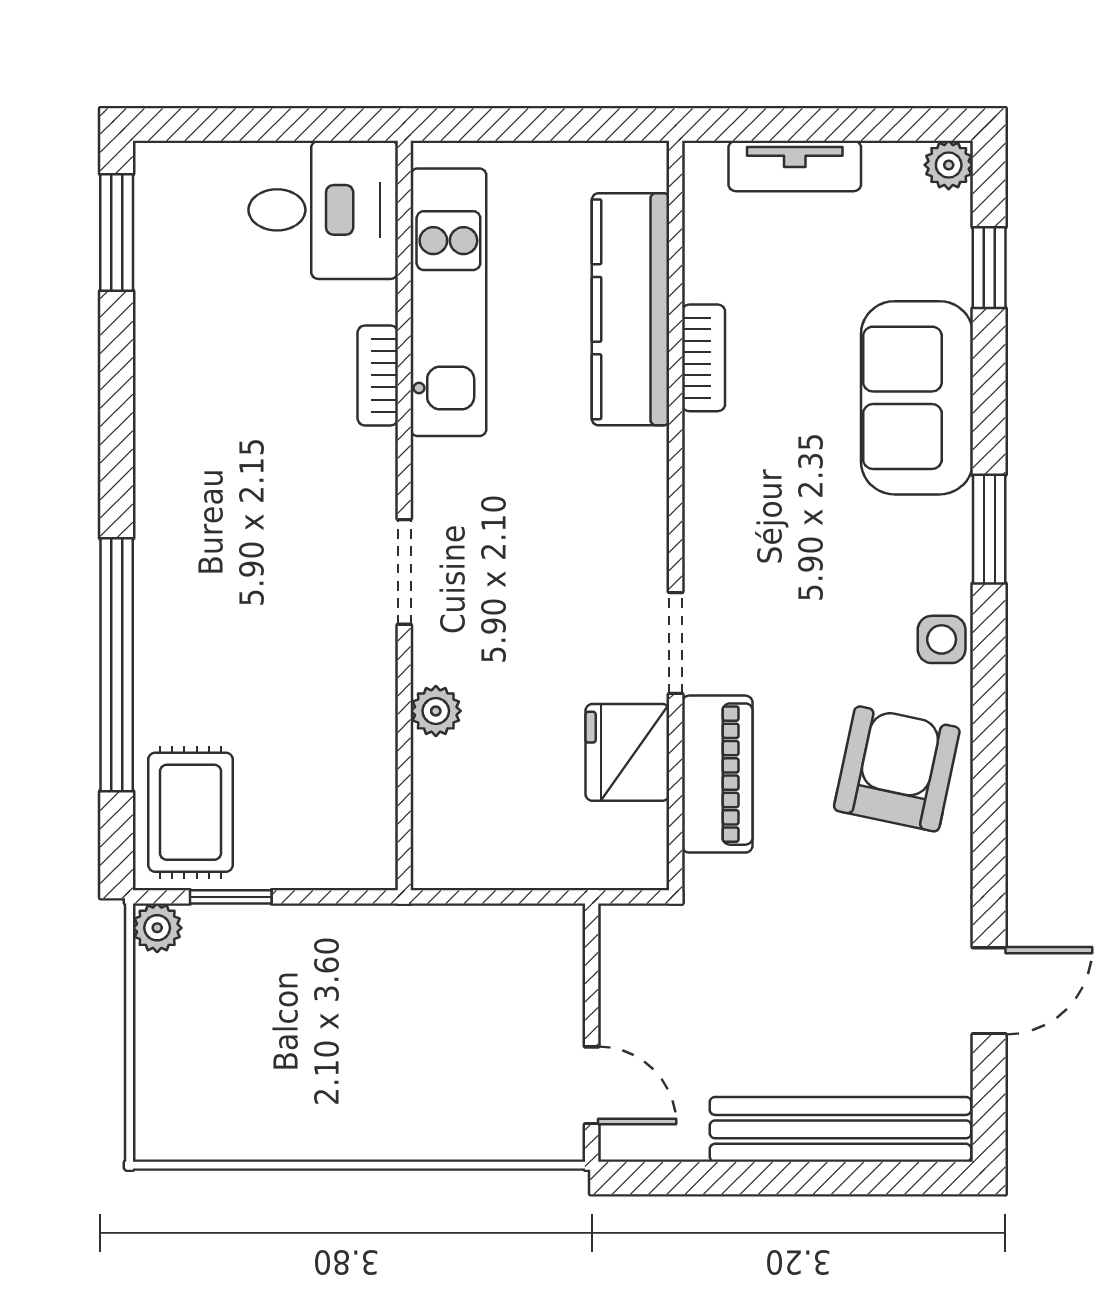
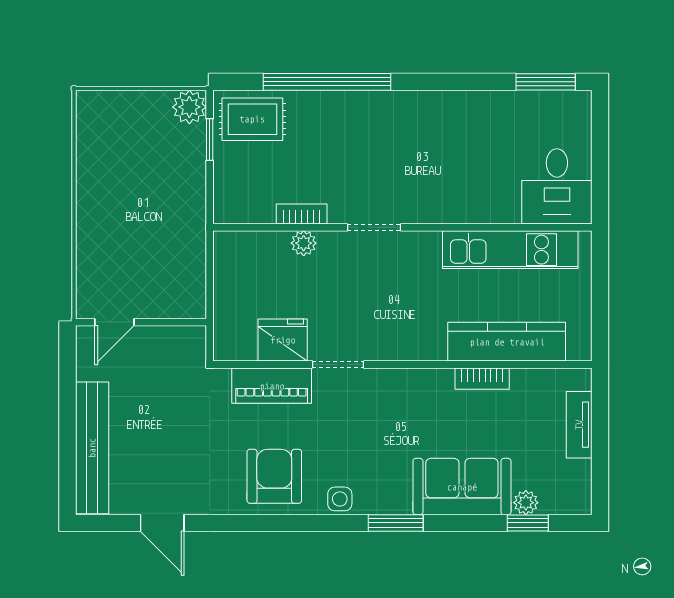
plant: (949, 165) -> (526, 503), moved
bookcase: (378, 375) -> (302, 214), moved
armchair: (897, 769) -> (274, 476), turned -102
plant: (157, 928) -> (189, 107), width x1.38, depth x1.38

